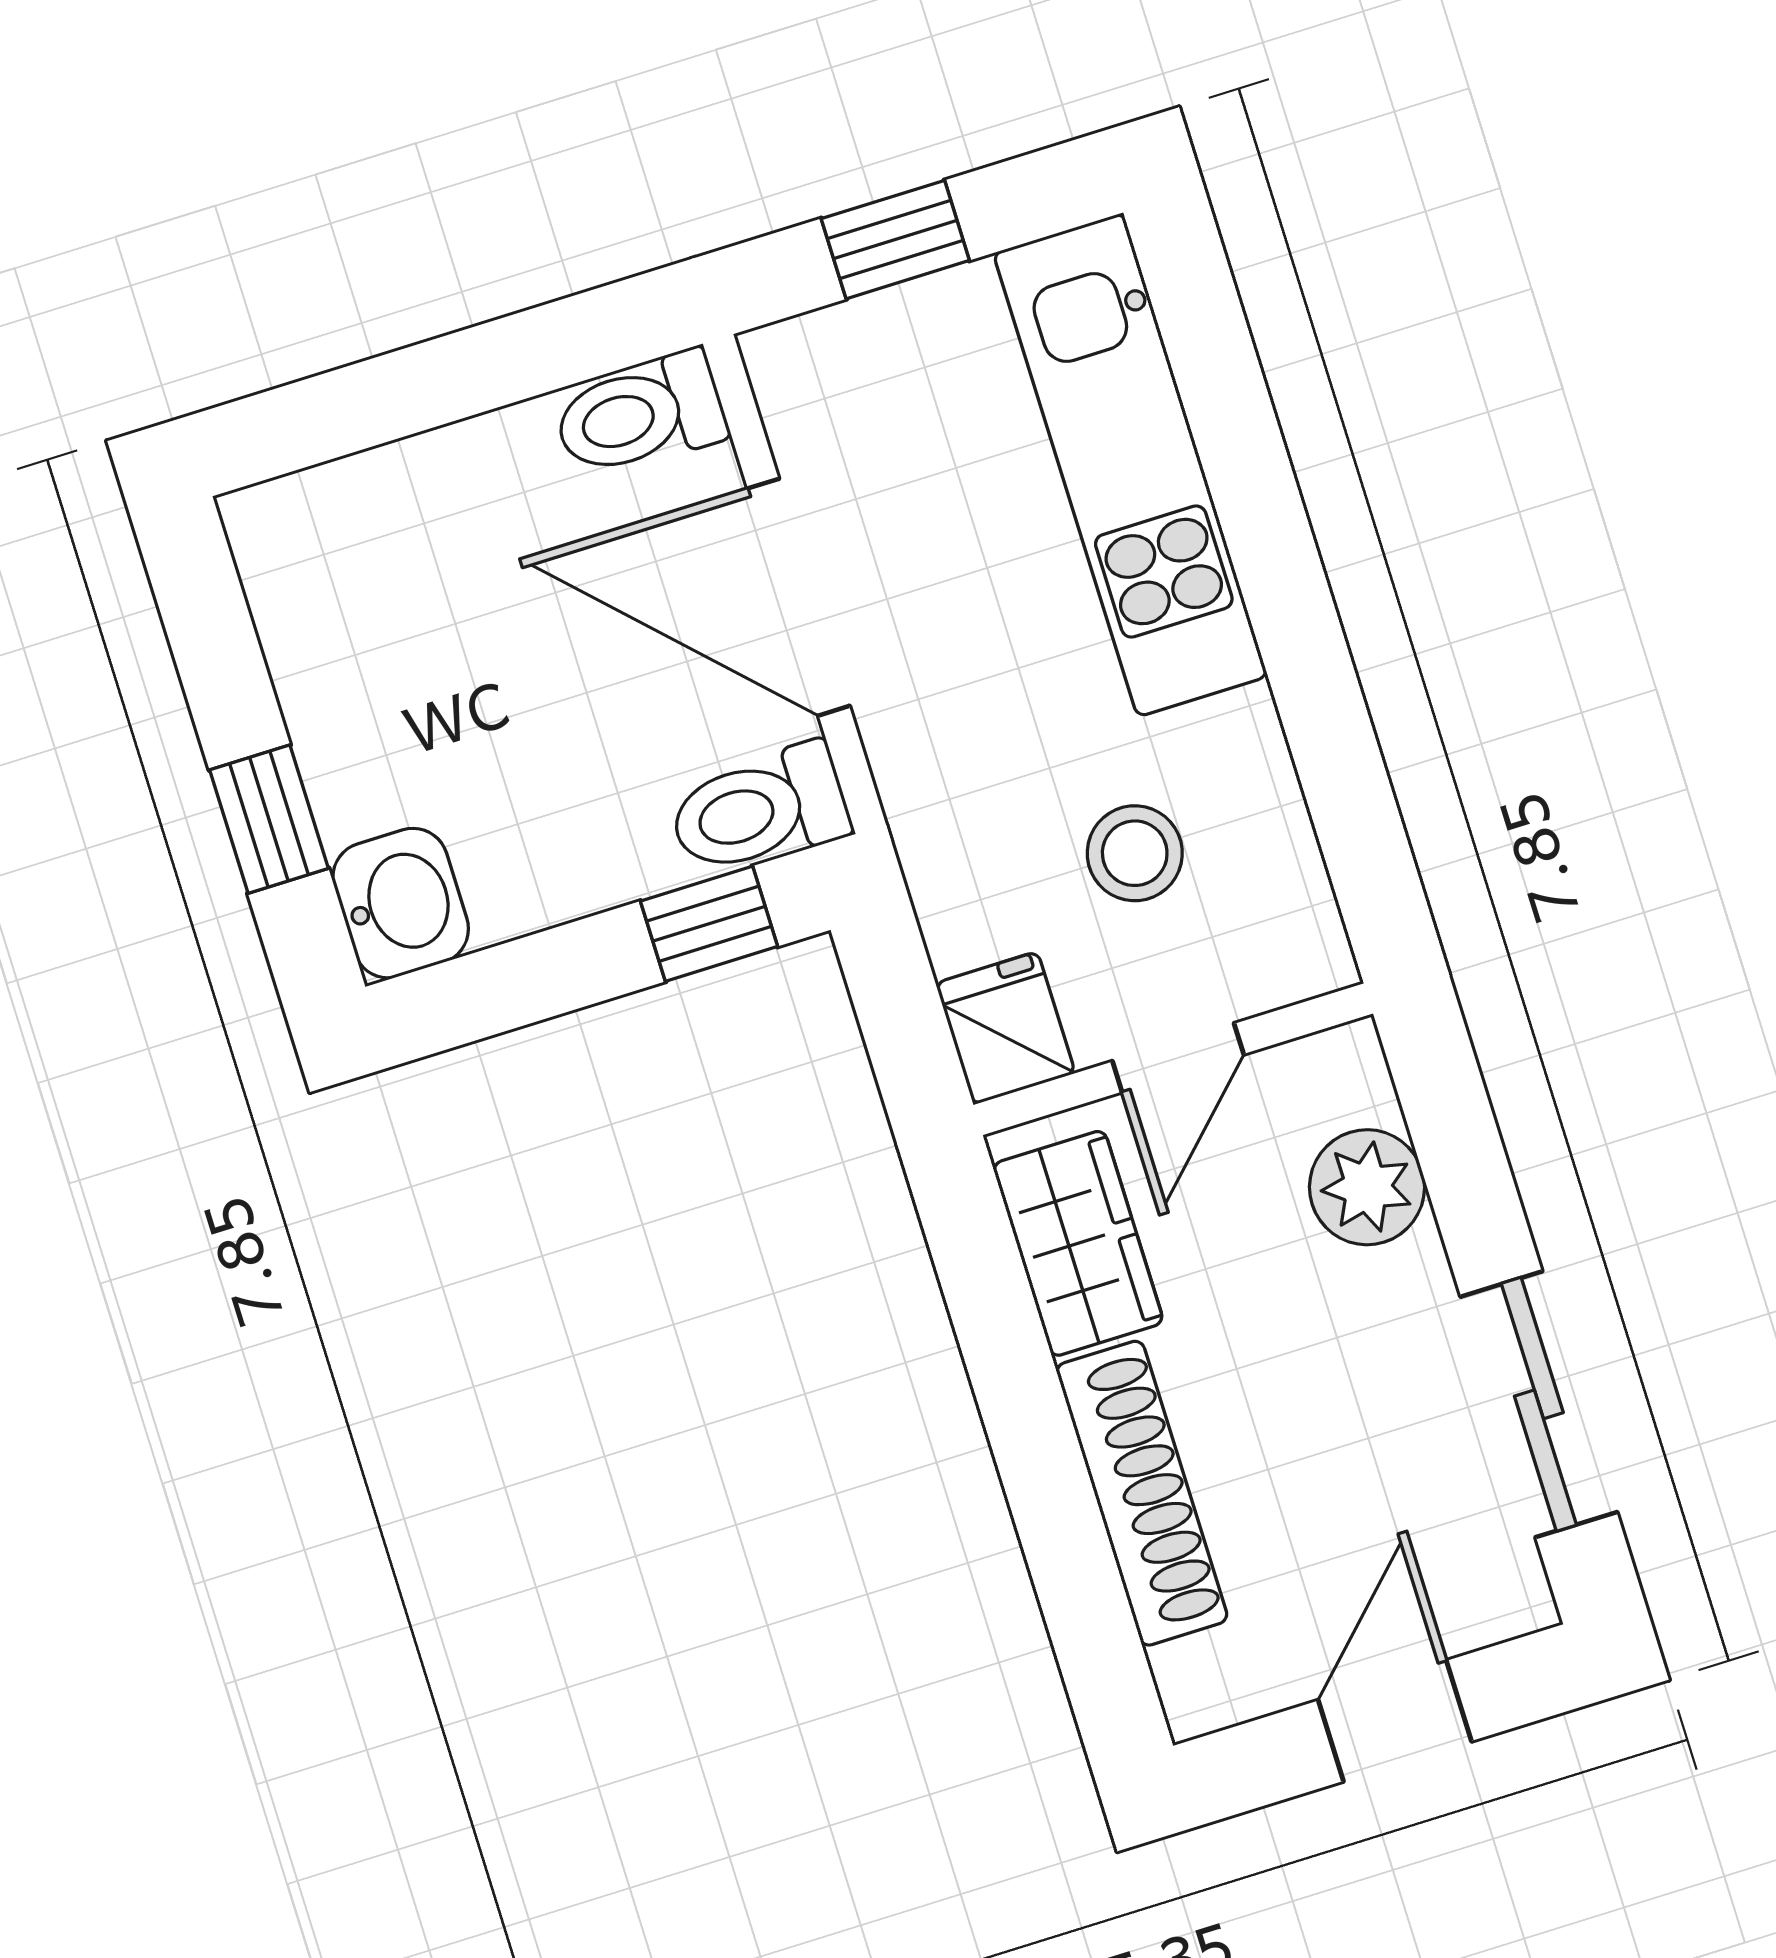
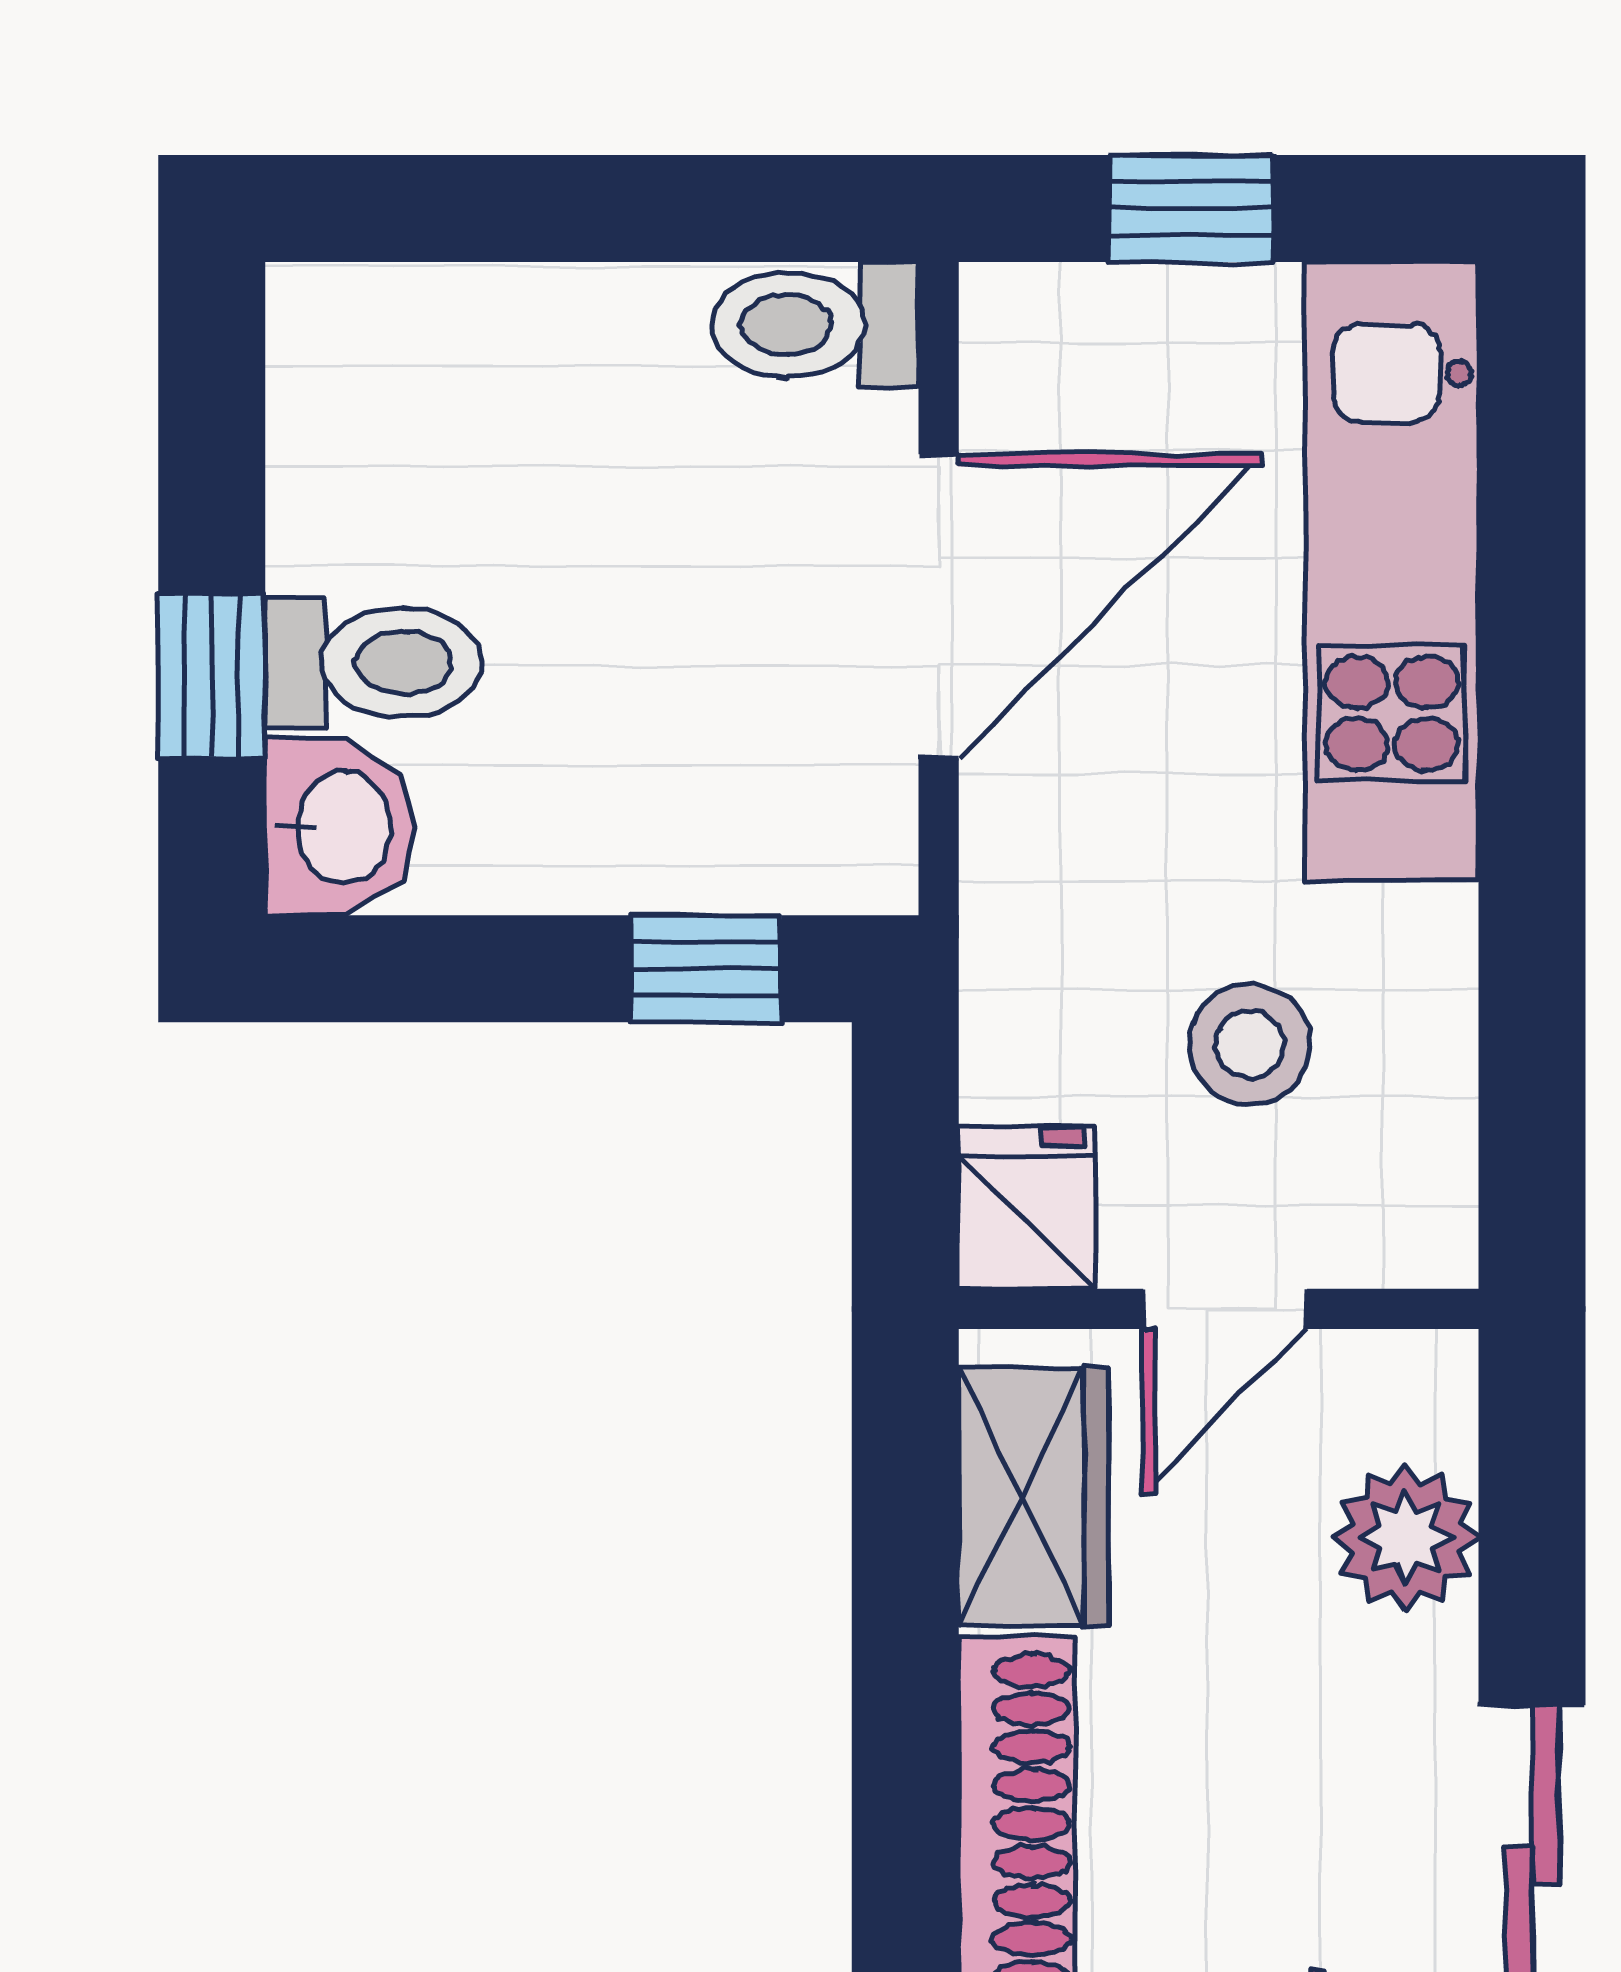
door: (799, 597) -> (939, 606), swing flipped
toilet: (759, 810) -> (373, 662), moved, turned 180

